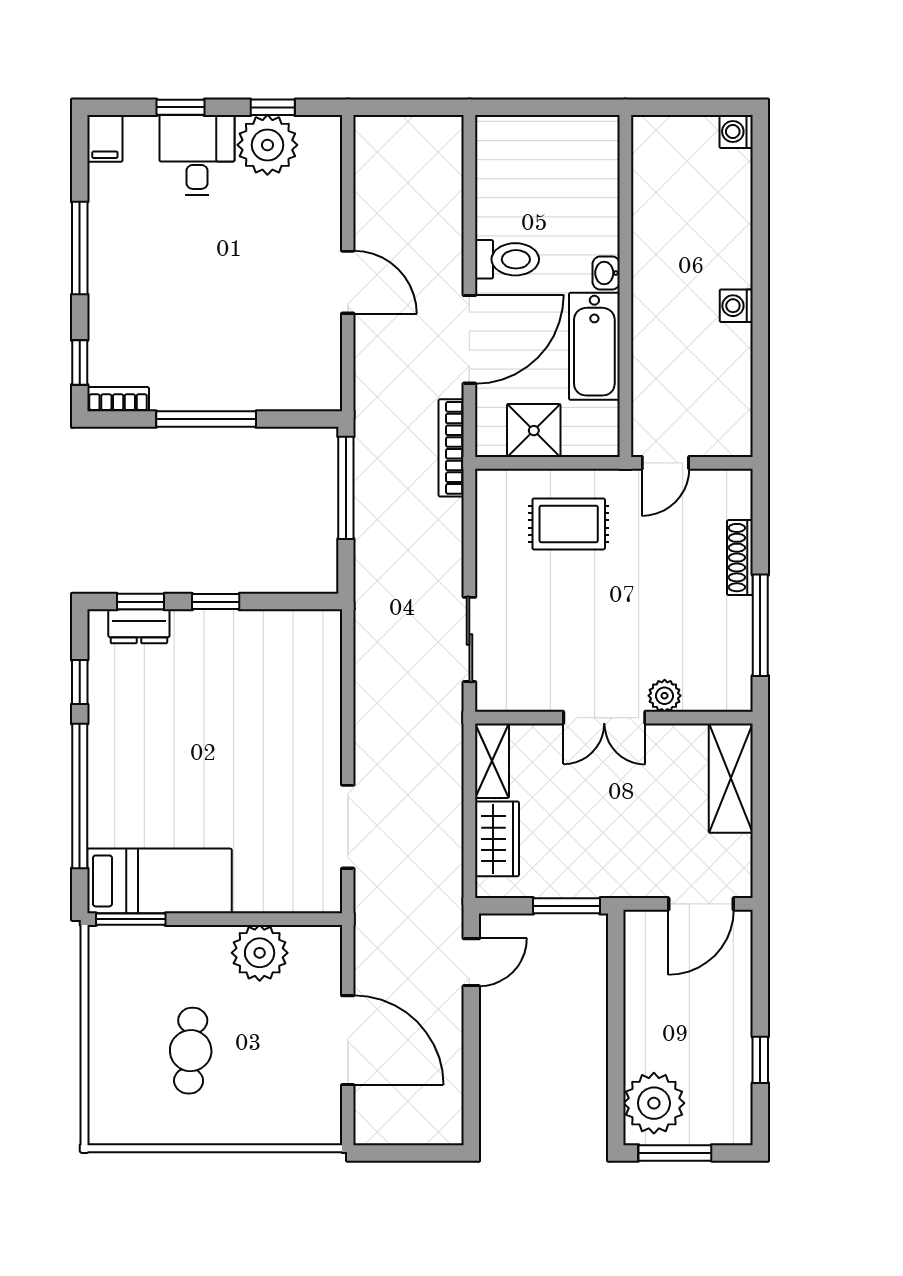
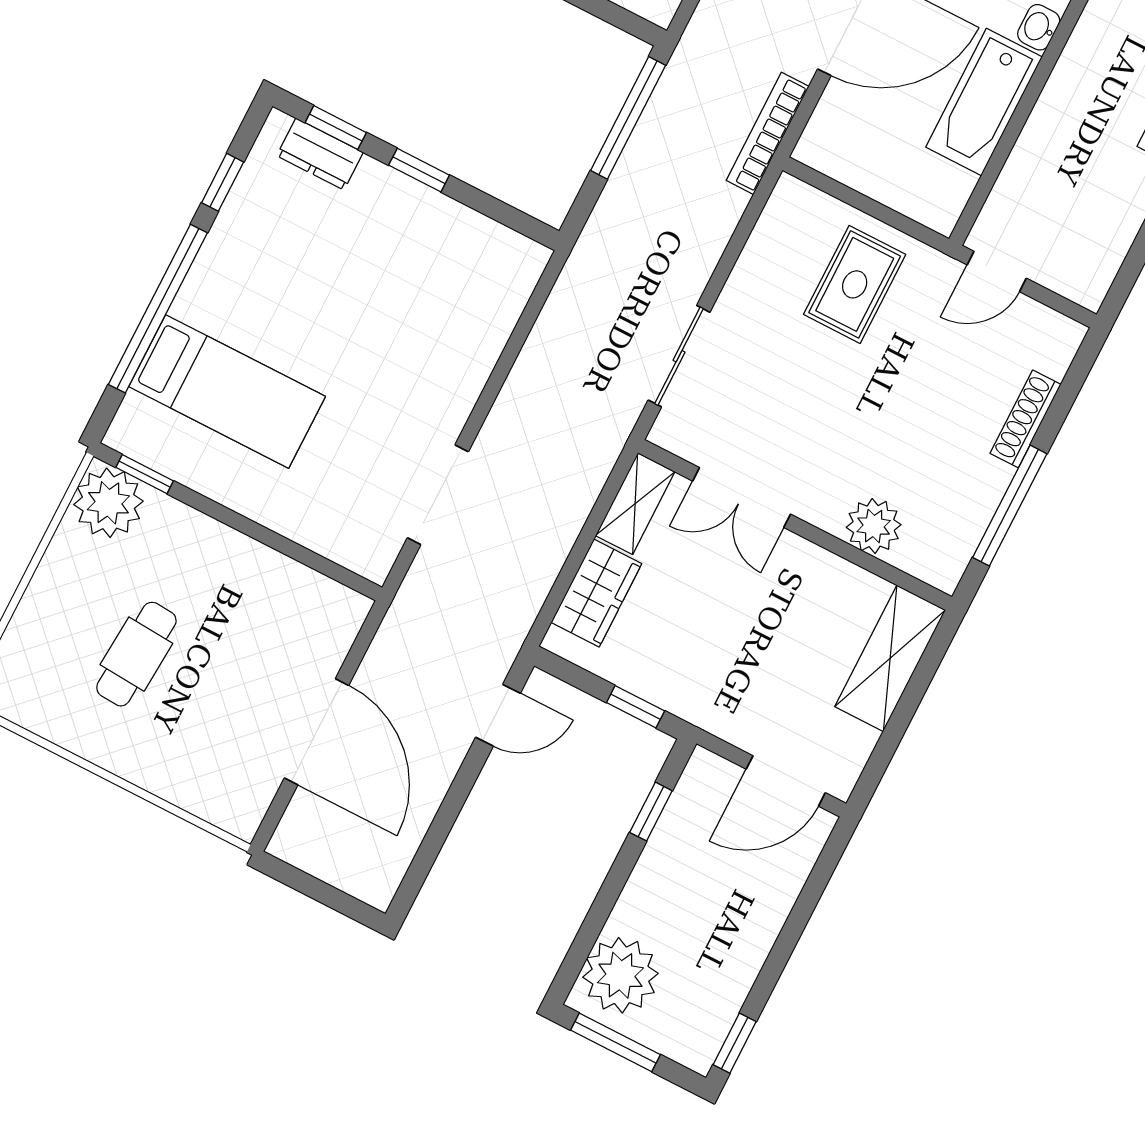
shower: (534, 431) -> (869, 161), removed
rug: (569, 524) -> (855, 284), turned 90
plant: (665, 696) -> (874, 526), width x1.38, depth x1.38
double door: (604, 718) -> (742, 498), moved
bed: (159, 881) -> (227, 391), moved
window: (567, 906) -> (636, 707), width x0.67
window: (131, 919) -> (145, 474), width x0.67
plant: (260, 953) -> (108, 503), moved
window: (616, 975) -> (651, 812), added
window: (760, 1060) -> (735, 1043), moved

